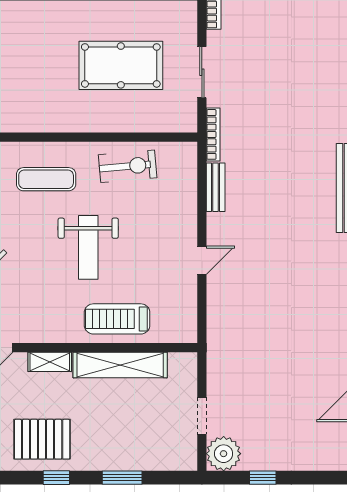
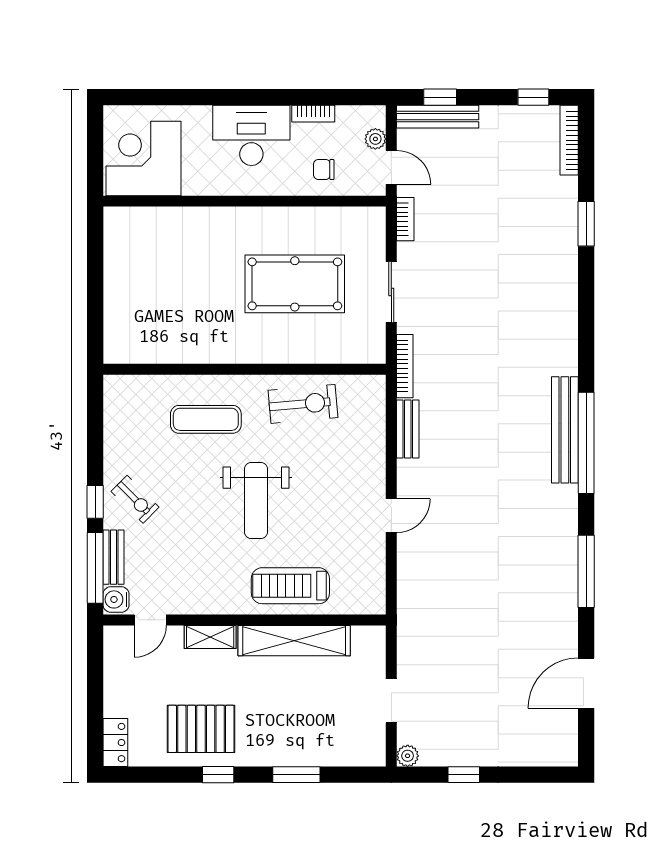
plant: (224, 454) -> (408, 756), width x0.53, depth x0.53

